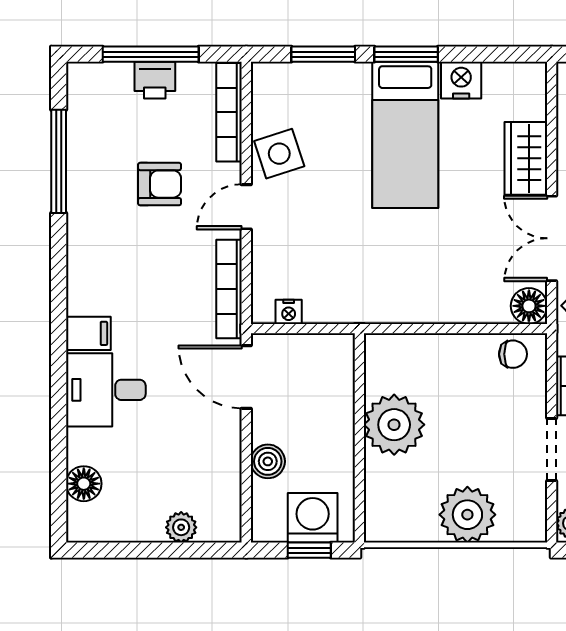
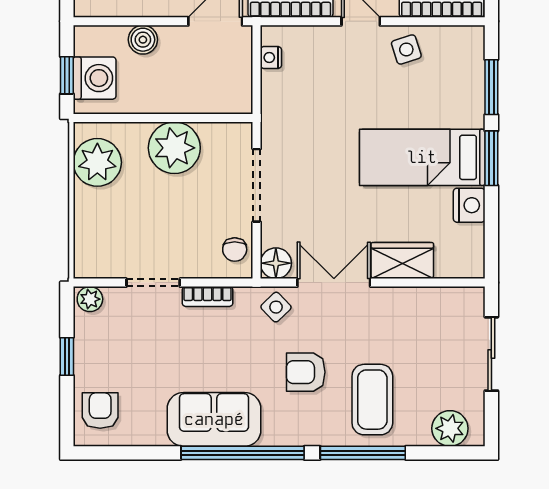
side table: (279, 154) -> (406, 49), width x0.73, depth x0.73
doorway: (438, 329) -> (257, 185), added
plant: (467, 515) -> (97, 162), moved

